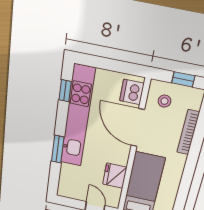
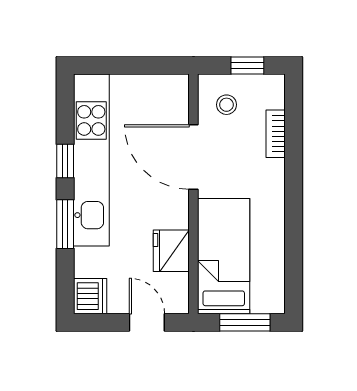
window: (65, 91) -> (65, 161), moved
dishwasher: (132, 92) -> (90, 296), moved, turned 180
bookcase: (188, 132) -> (276, 134), width x0.64

